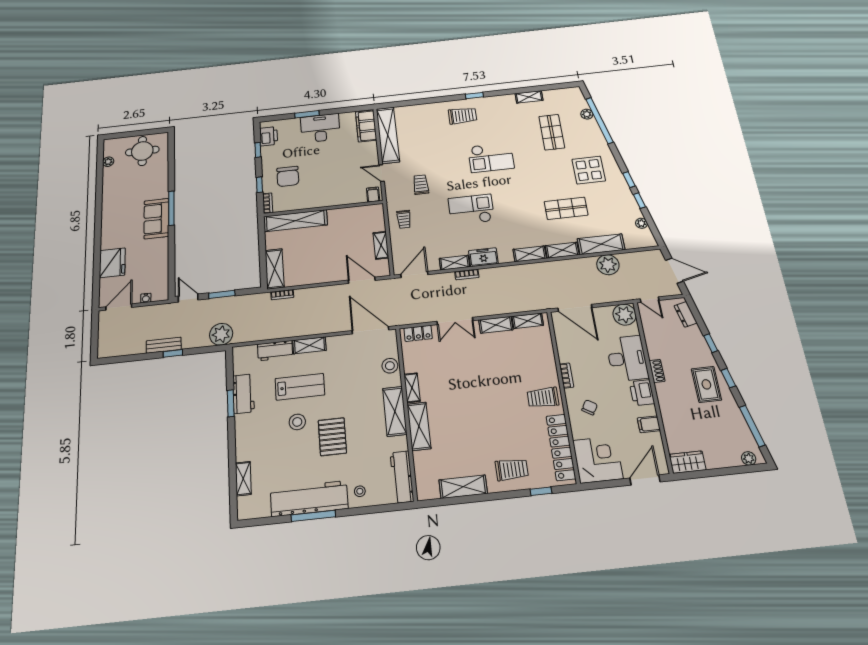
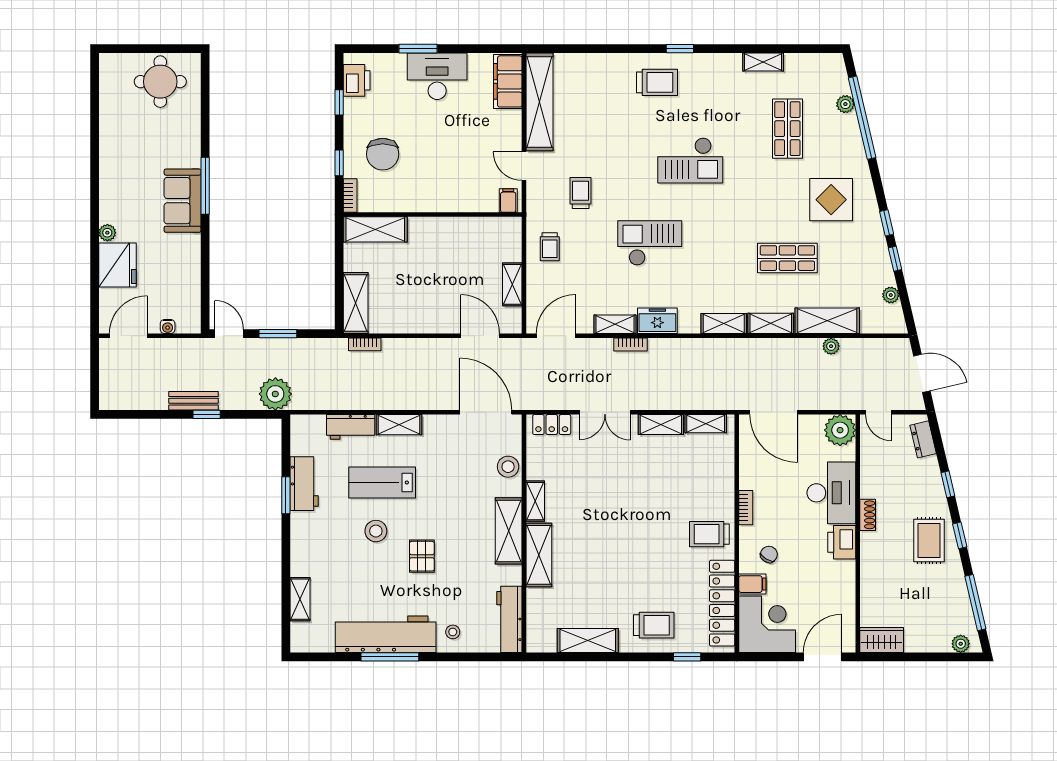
plant: (108, 162) -> (107, 233), moved
shelving: (295, 221) -> (375, 229), width x0.68
plant: (608, 265) -> (831, 346), width x0.53, depth x0.53
lab bench: (300, 387) -> (382, 482), turned 180
filing cabinet: (649, 424) -> (752, 584), moved, turned 180
pallet: (332, 437) -> (422, 556), width x0.67, depth x0.71

